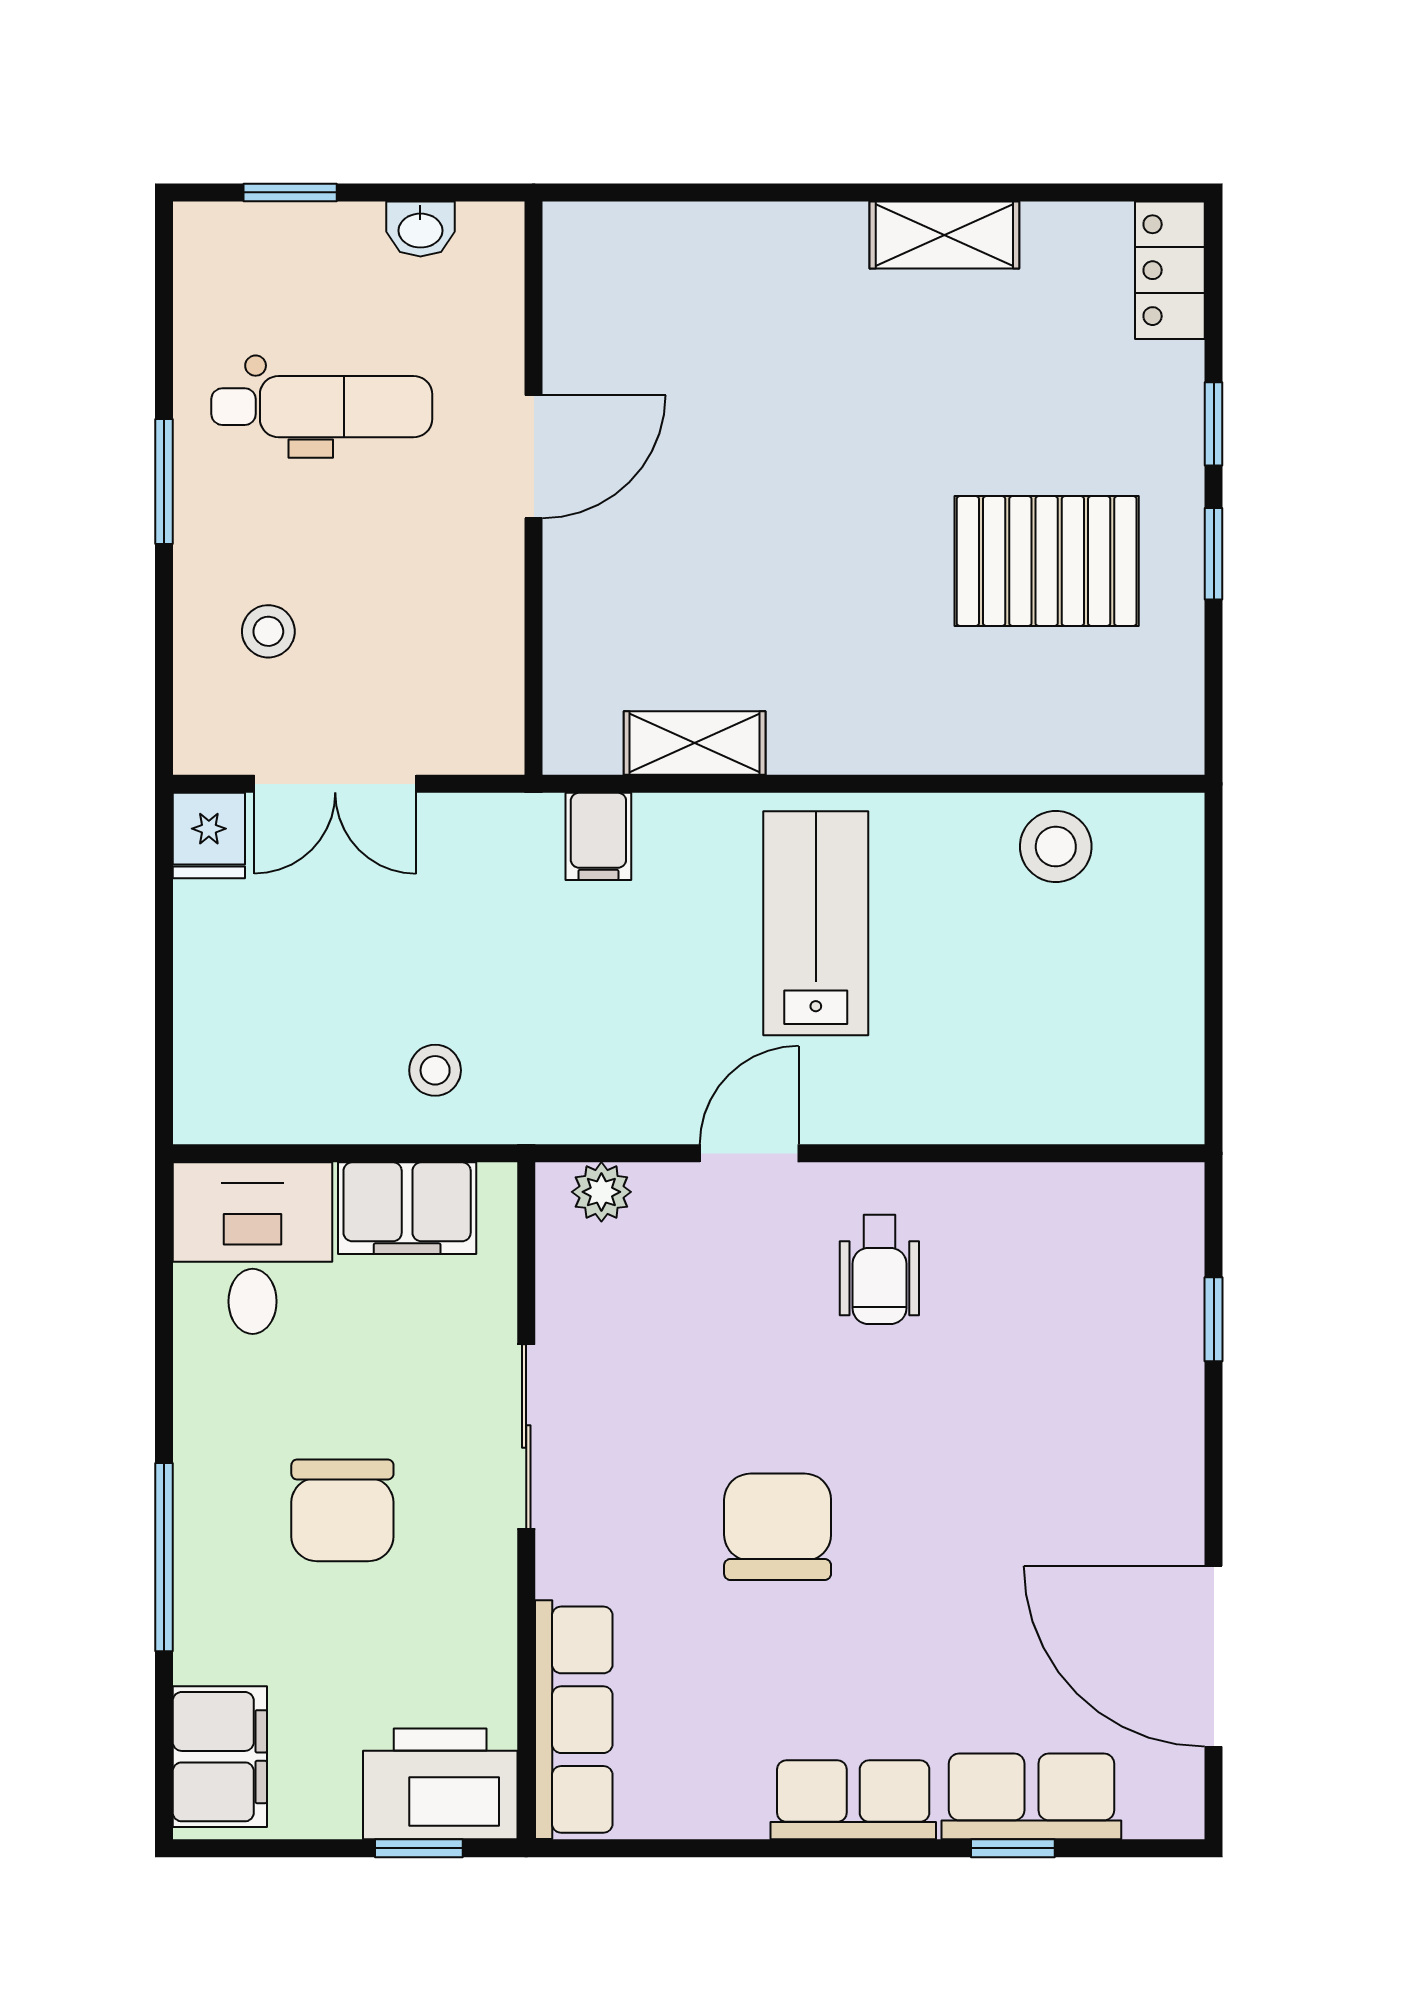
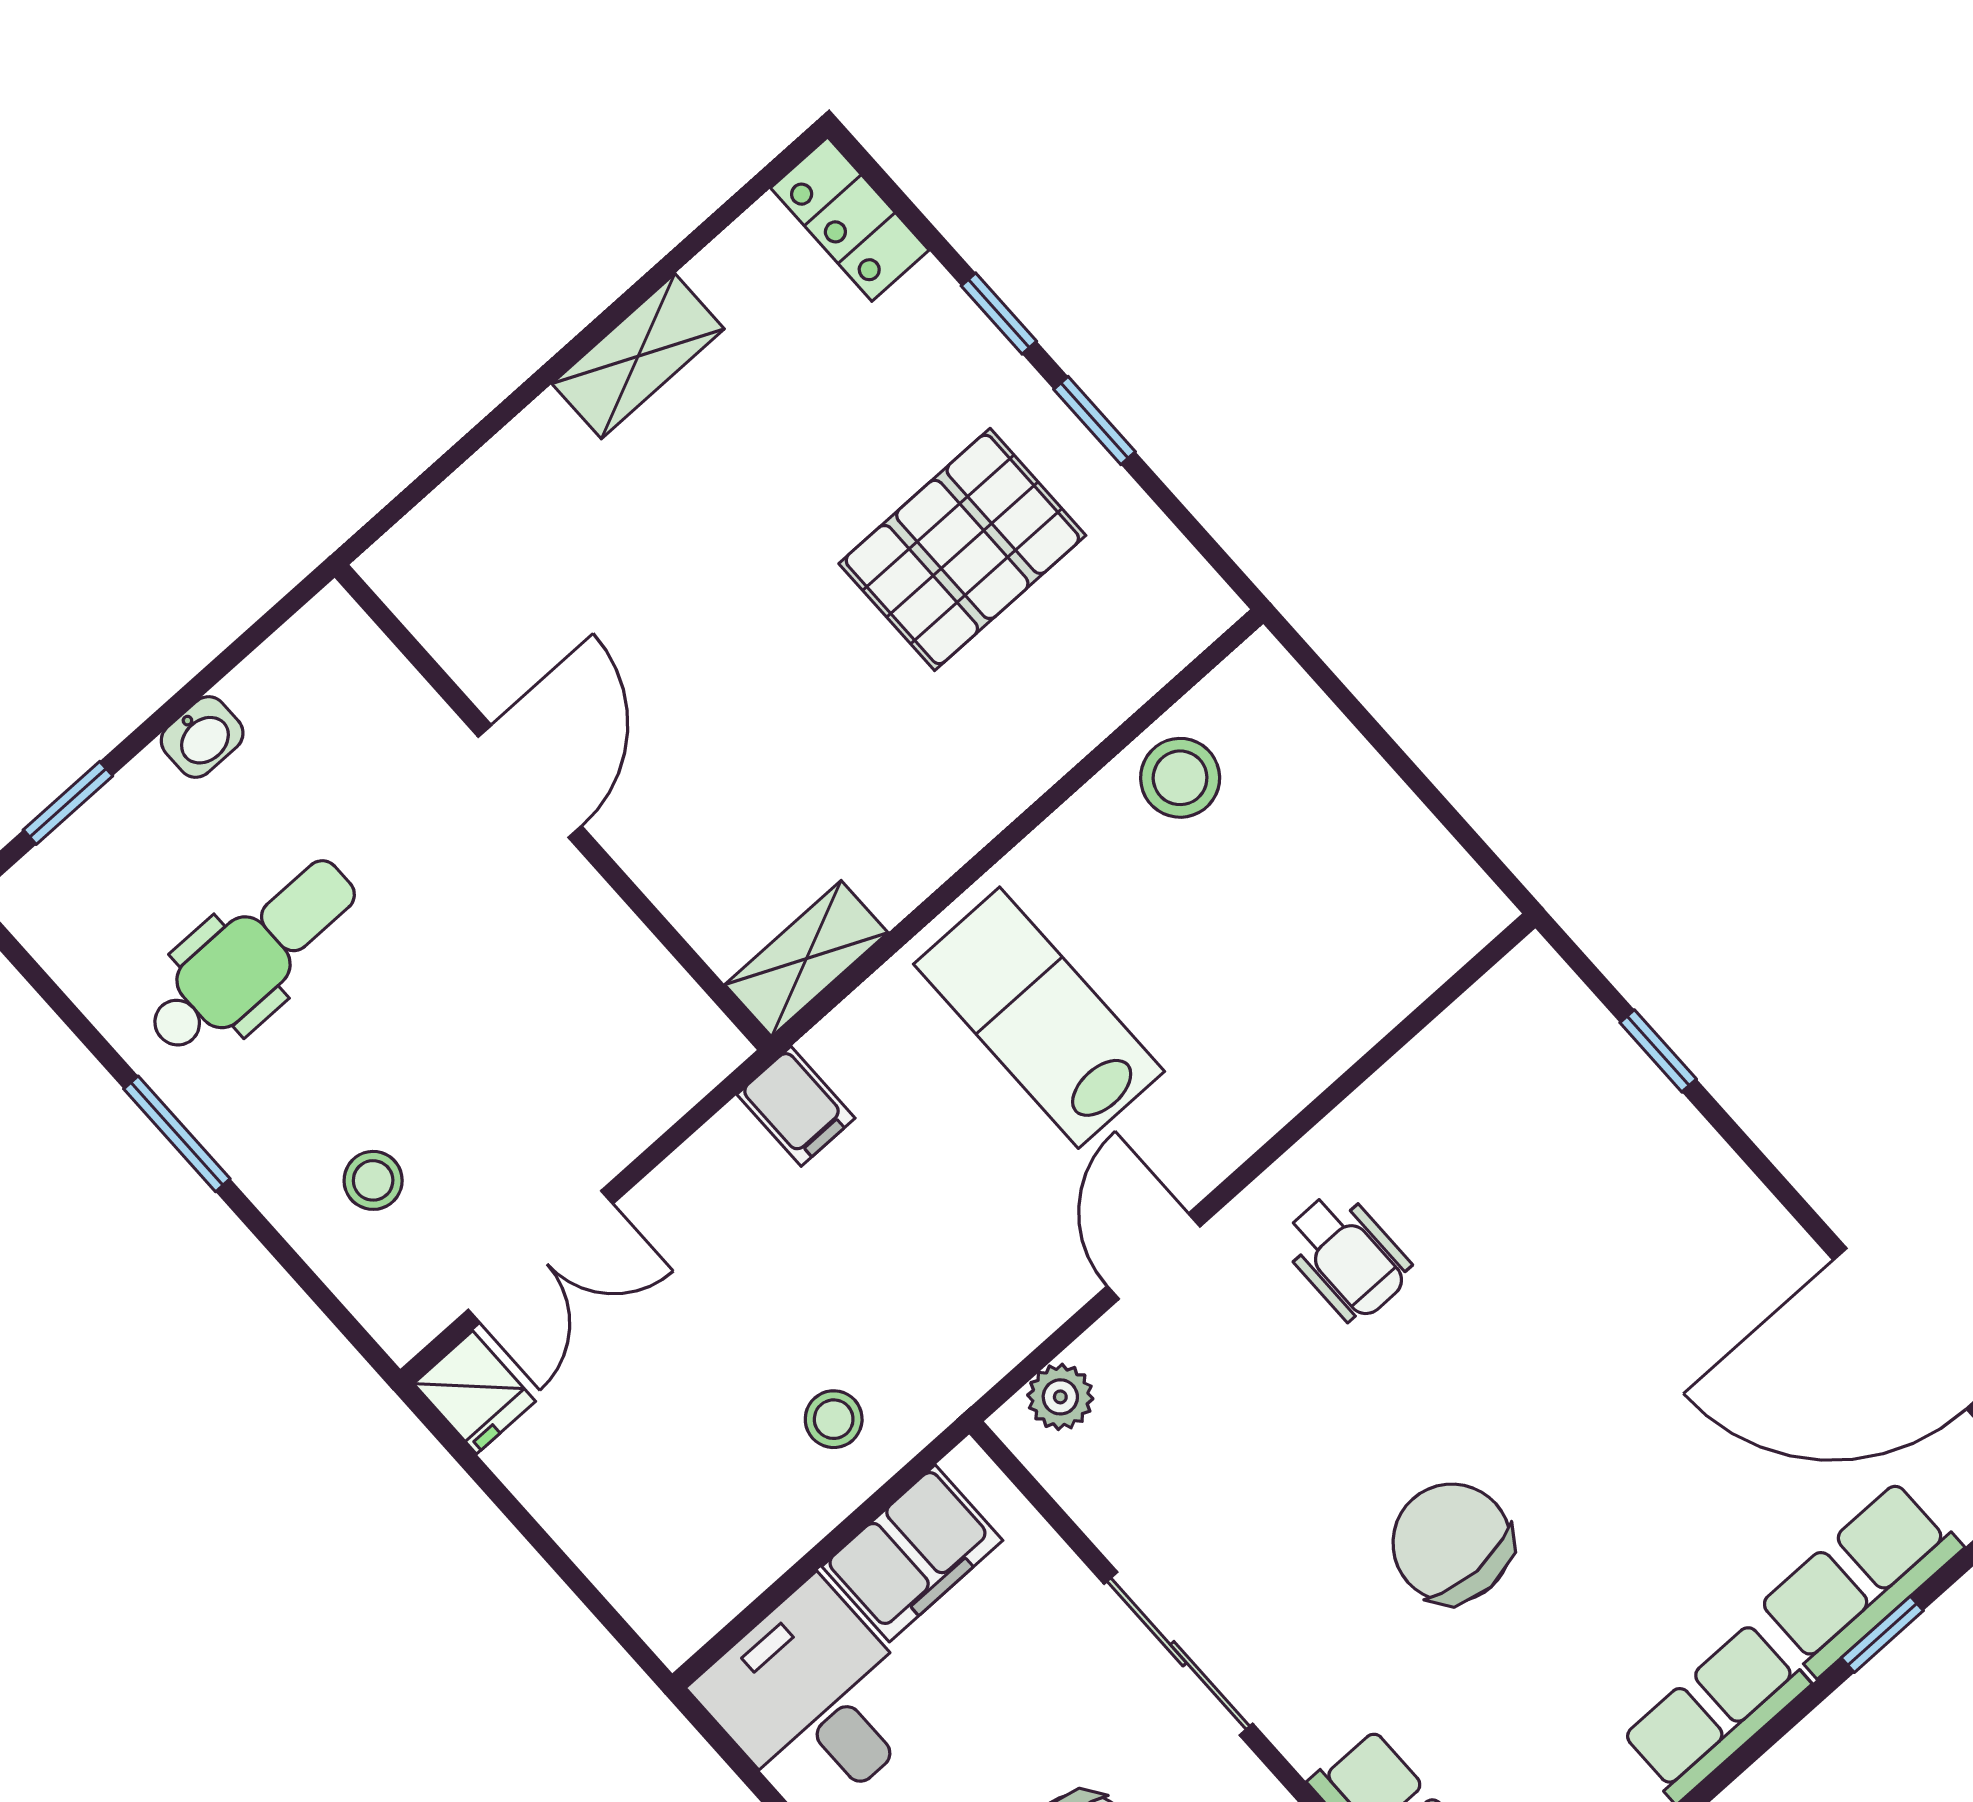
door: (534, 457) -> (530, 781), moved
wall: (534, 488) -> (553, 807), moved

